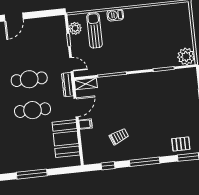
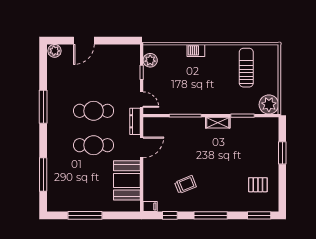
sun lounger: (94, 30) -> (246, 68), moved
shelving: (86, 84) -> (218, 123), moved
filing cabinet: (85, 124) -> (150, 207), moved
pallet: (181, 144) -> (258, 185), moved

